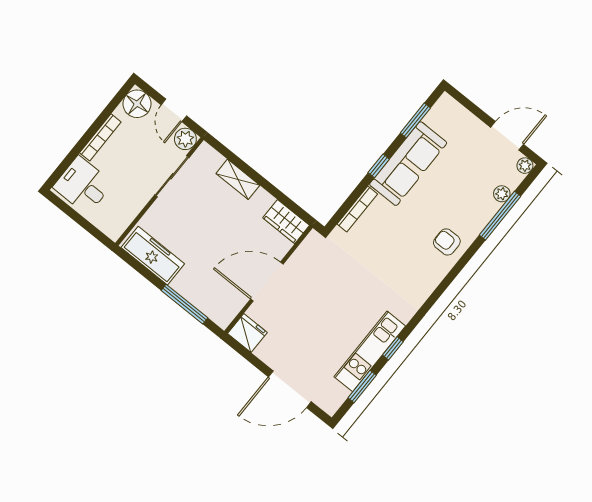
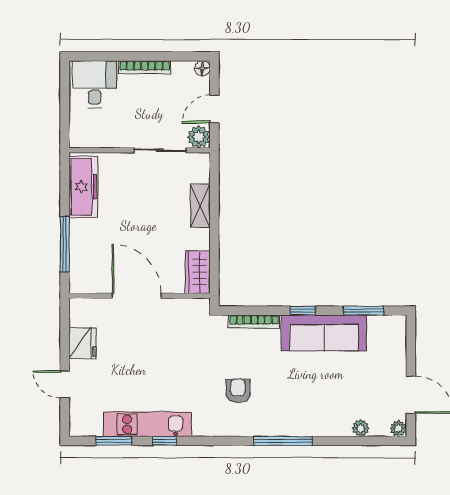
floor lamp: (137, 104) -> (202, 68), width x0.53, depth x0.53
window: (500, 216) -> (283, 441), moved
armchair: (447, 242) -> (238, 391), moved
fridge: (247, 333) -> (82, 343), moved
door: (290, 389) -> (65, 384), width x0.53

